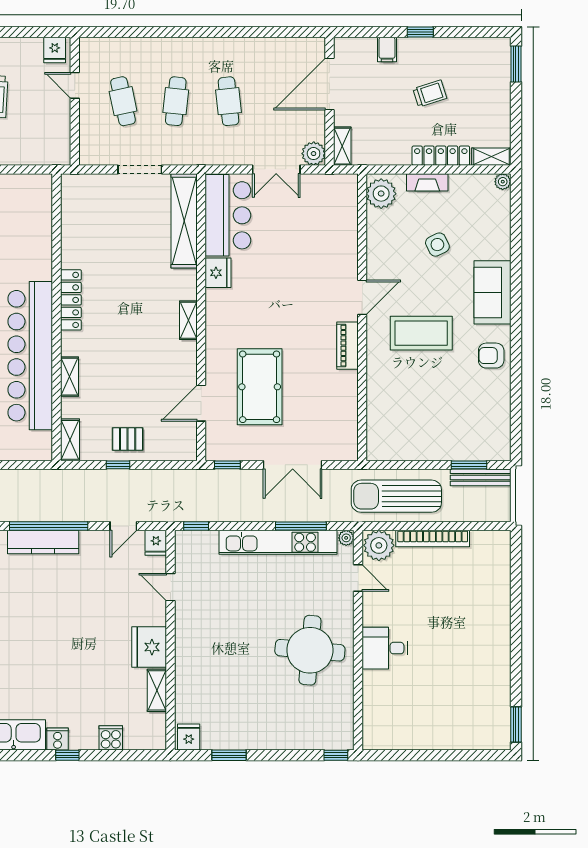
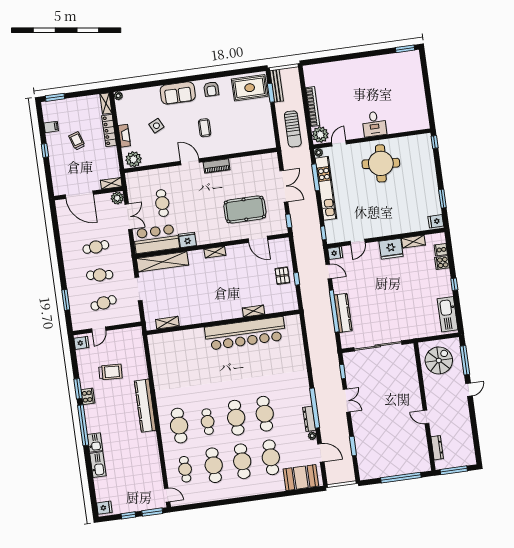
window: (138, 32) -> (66, 300), added
filing cabinet: (387, 50) -> (51, 127), moved
cafe table: (293, 236) -> (162, 203), added
locker: (71, 300) -> (213, 316), removed
coffee table: (421, 333) -> (205, 128), width x0.54, depth x0.58
rug: (484, 427) -> (250, 88), added
shelving: (70, 440) -> (167, 323), moved
sun lounger: (396, 496) -> (293, 129), width x0.73, depth x0.75
cooker: (58, 739) -> (441, 250), moved

